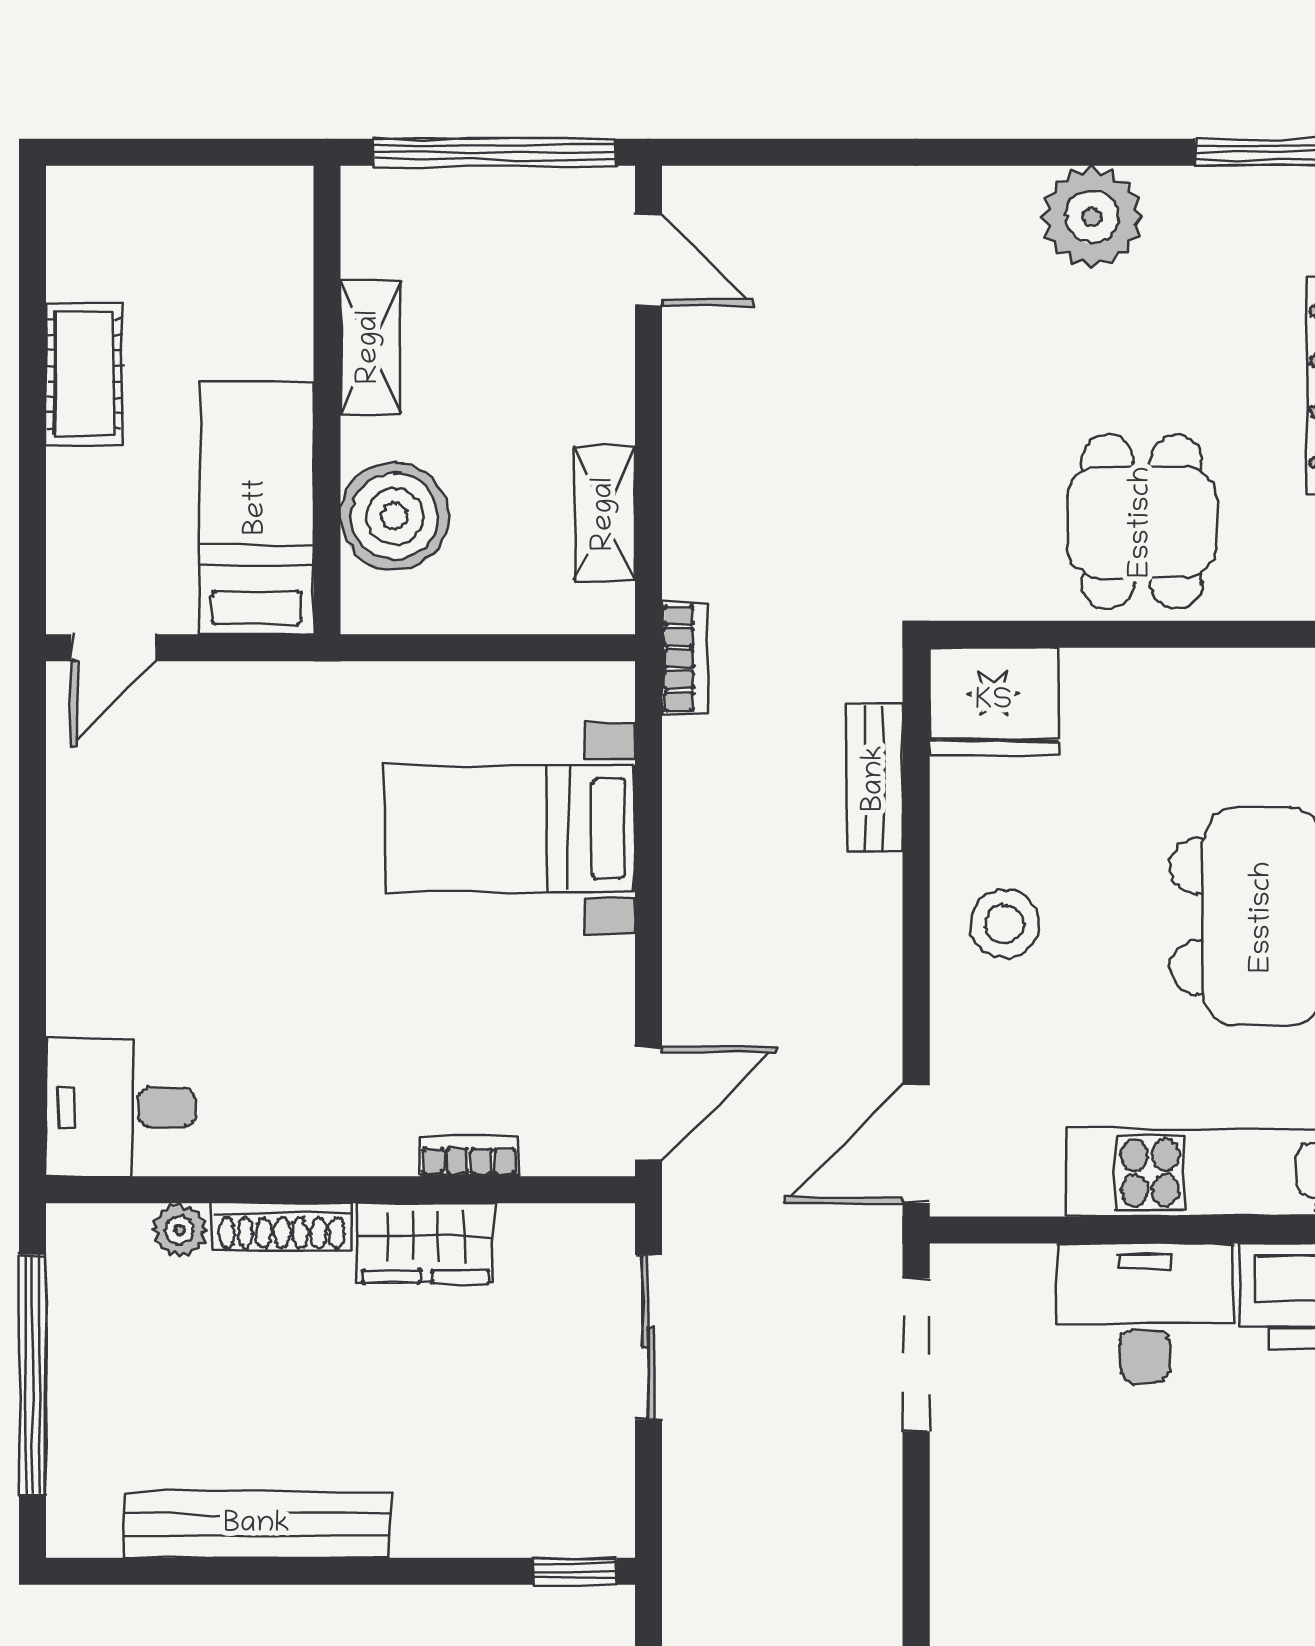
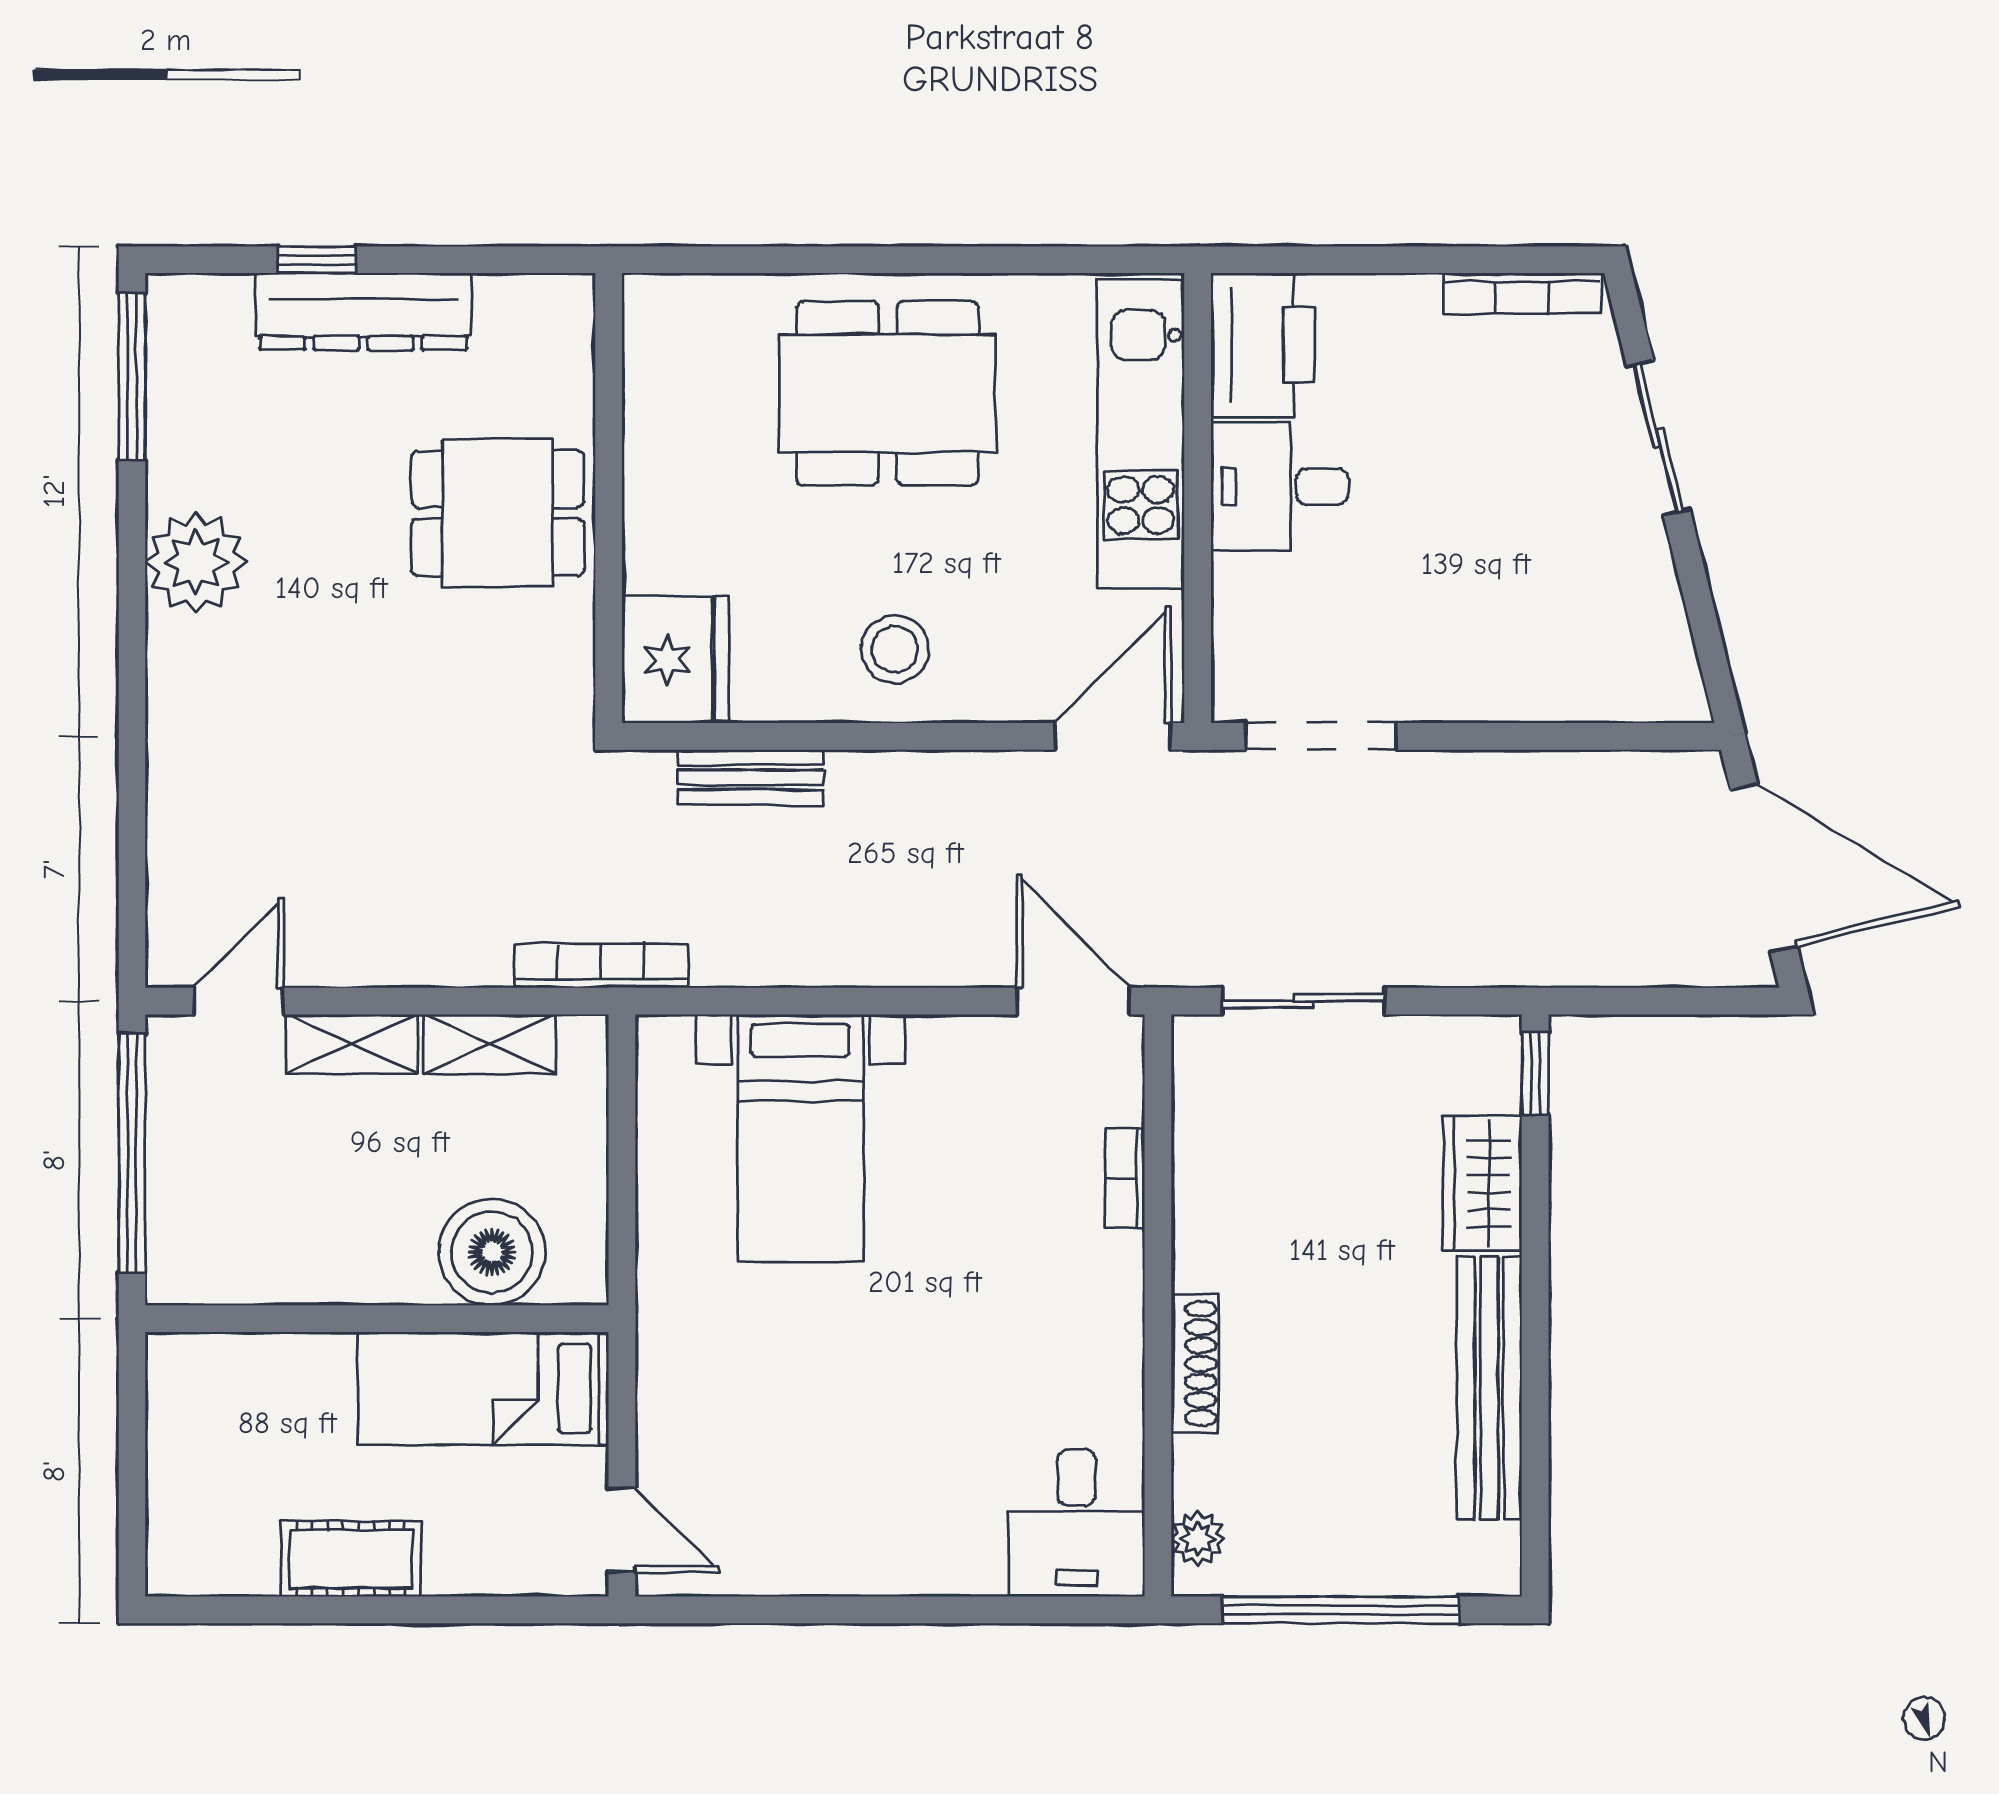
shelving: (370, 347) -> (352, 1044), moved
bookcase: (684, 658) -> (601, 966), width x1.56
door: (916, 1144) -> (1112, 736), swing flipped
plant: (180, 1230) -> (1198, 1538), moved
wardrobe: (426, 1243) -> (1483, 1184), moved, turned 180
desk: (1145, 1313) -> (1280, 487), width x0.73

